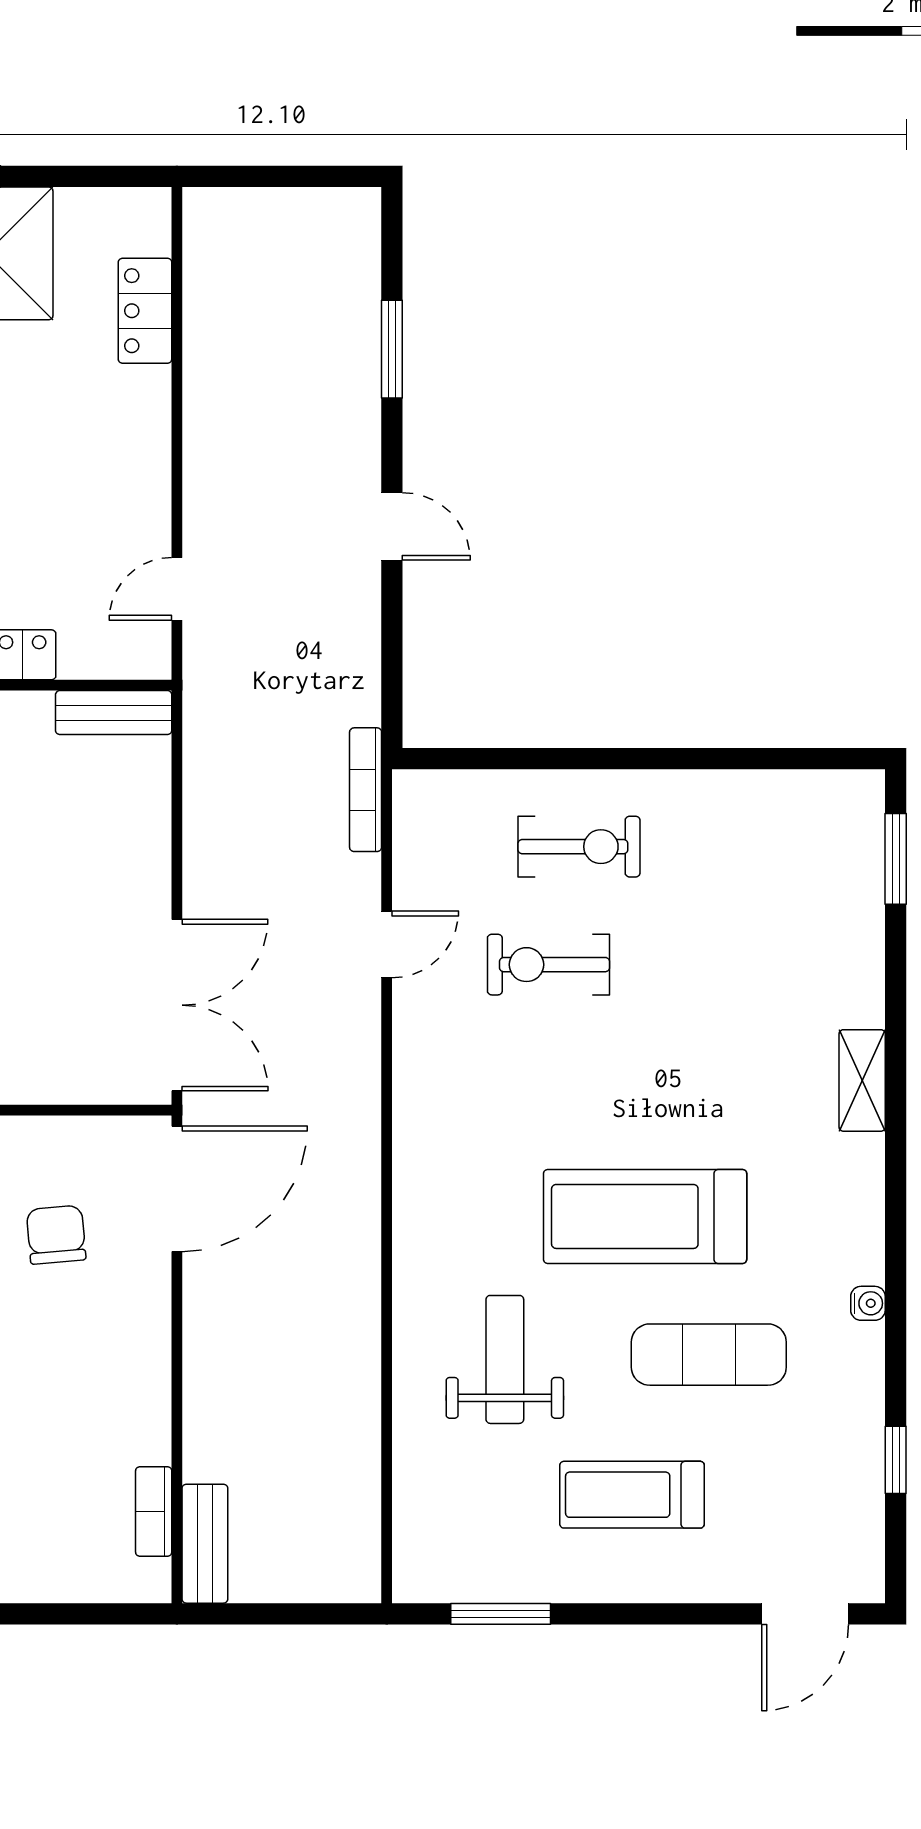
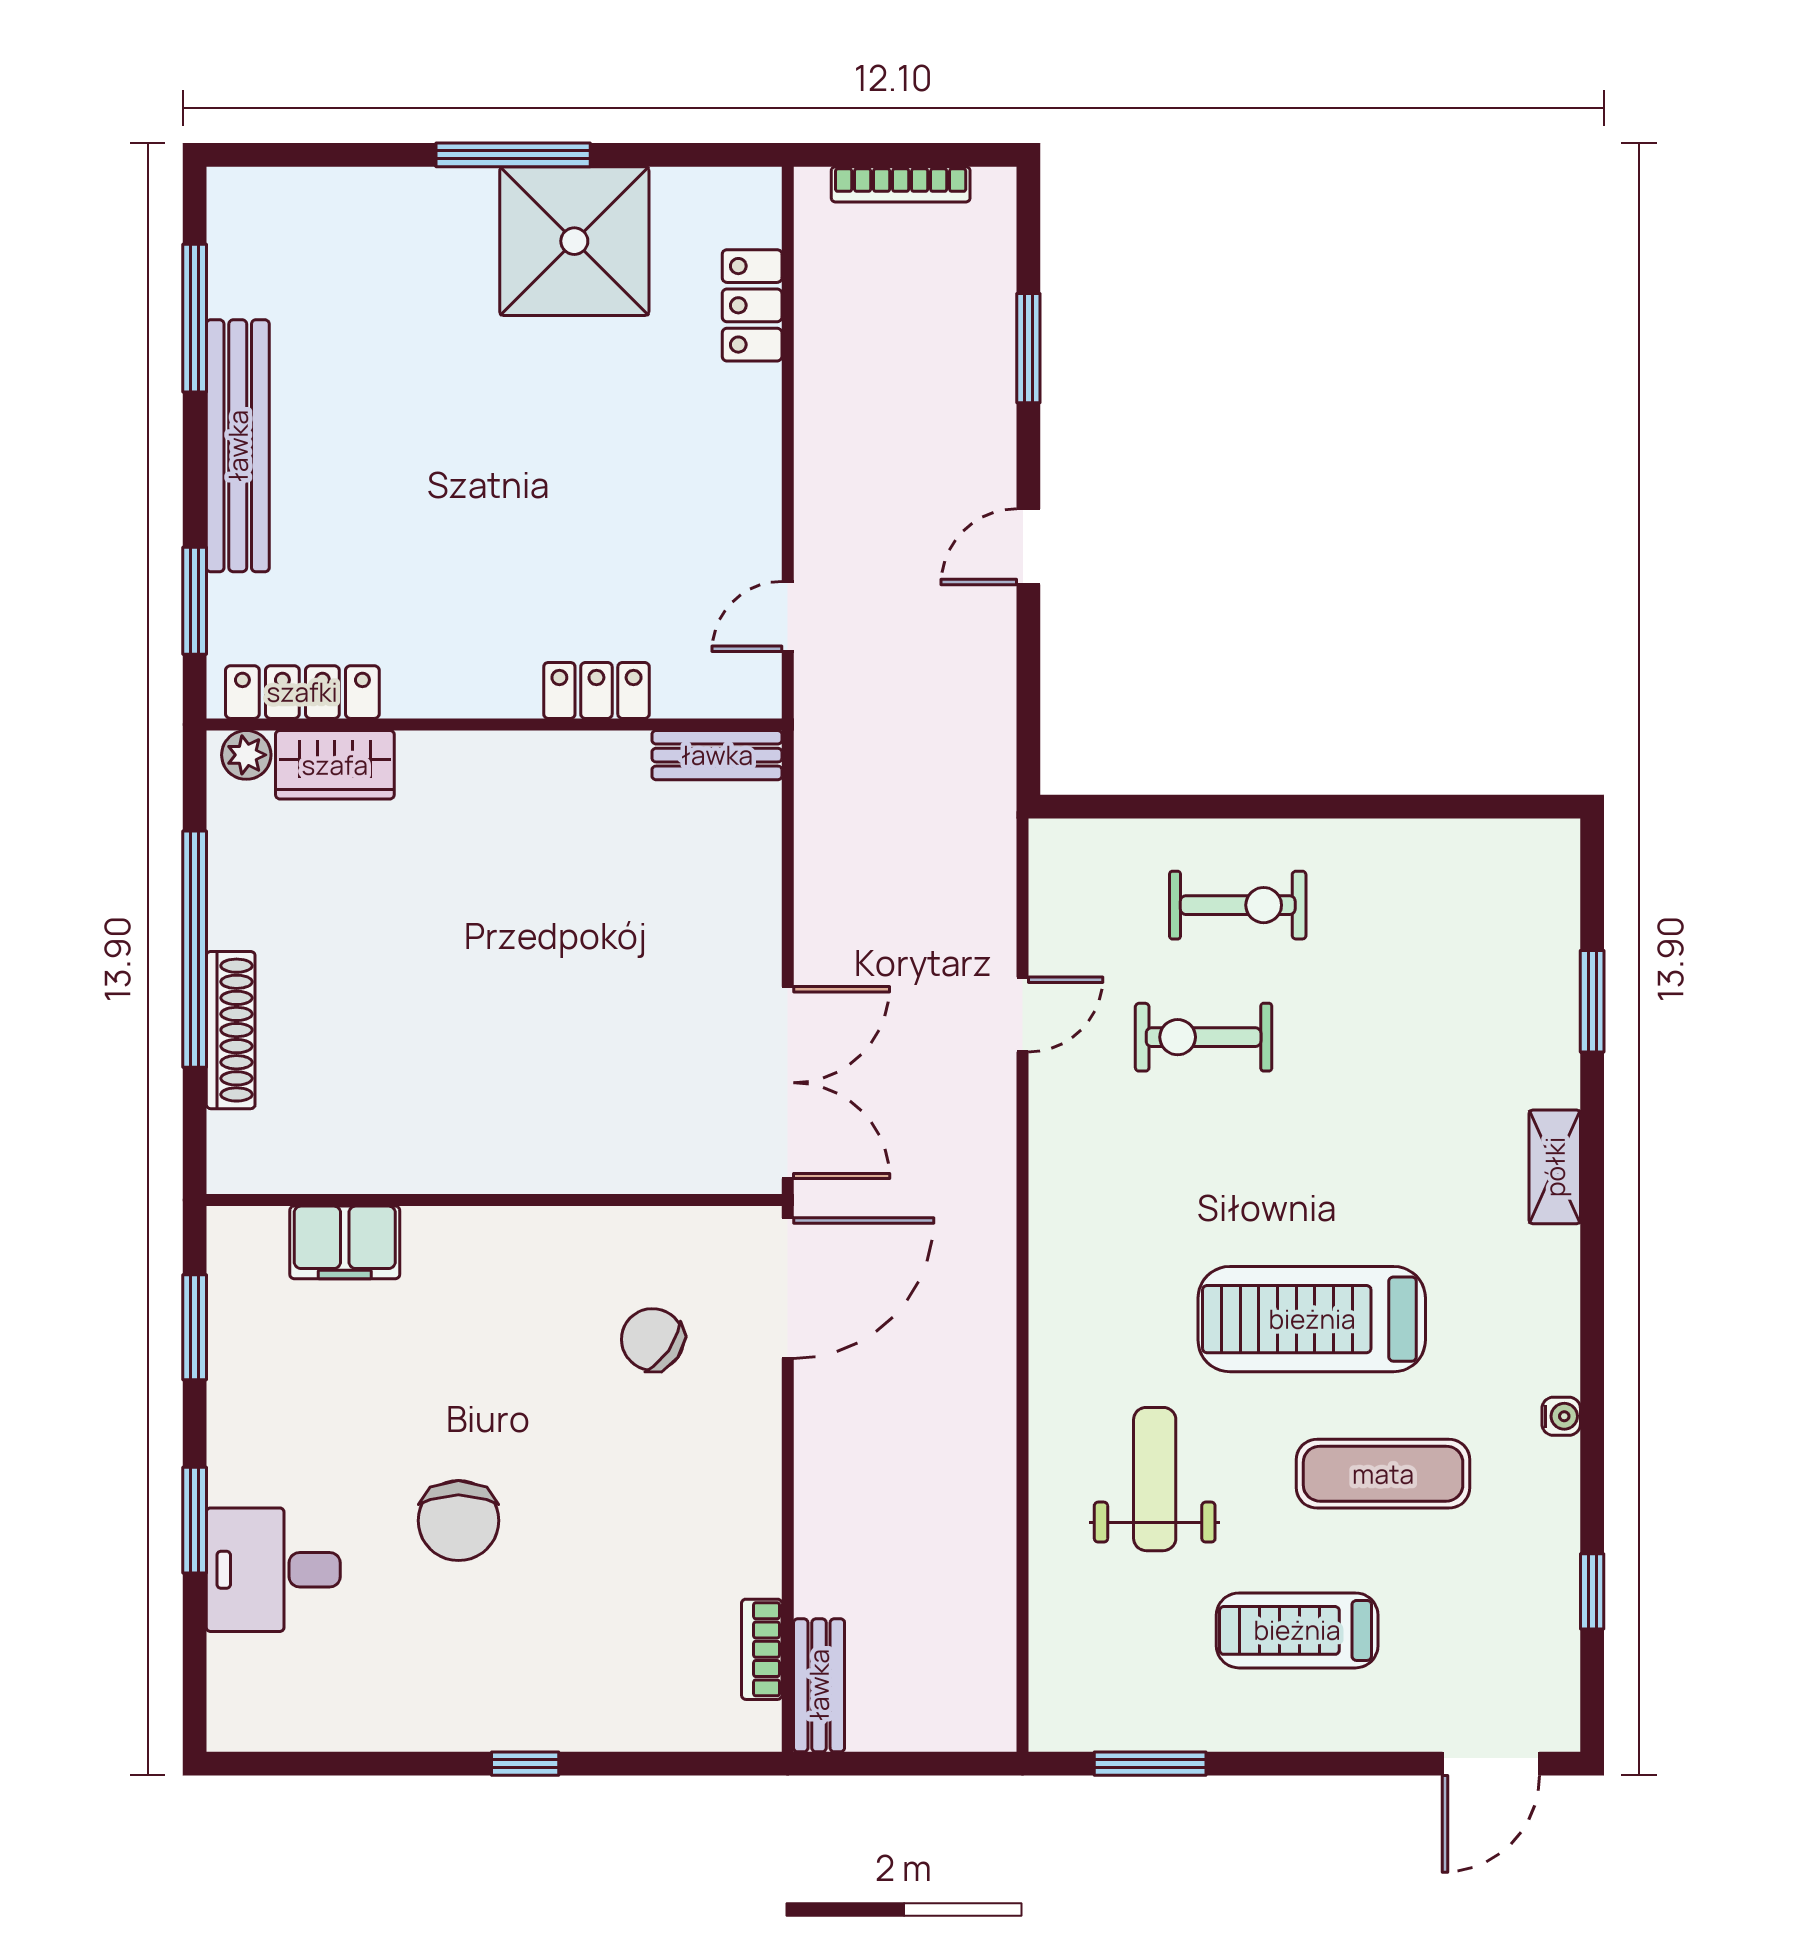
door: (392, 526) -> (1028, 547), swing flipped
bookcase: (366, 790) -> (901, 184), moved, turned -90
window: (896, 859) -> (1592, 1001), moved
chair: (56, 1235) -> (653, 1339), turned -50

